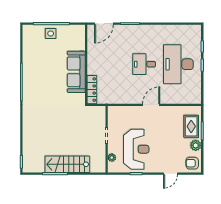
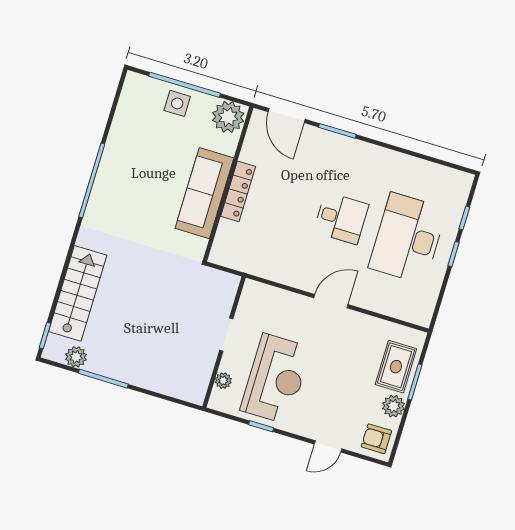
door: (104, 24) -> (287, 116), hinge flipped
plant: (77, 33) -> (228, 117), added
desk: (144, 64) -> (341, 218), turned 180
locker: (92, 90) -> (238, 191), moved
stairs: (67, 164) -> (78, 293), moved, turned 90
plant: (39, 167) -> (76, 357), added

